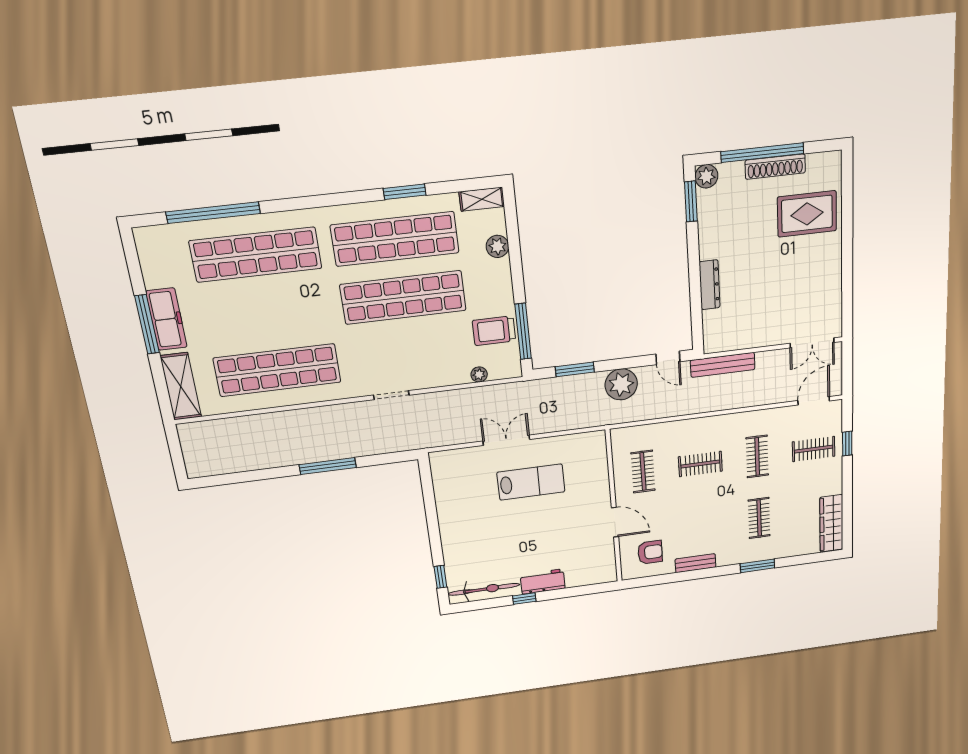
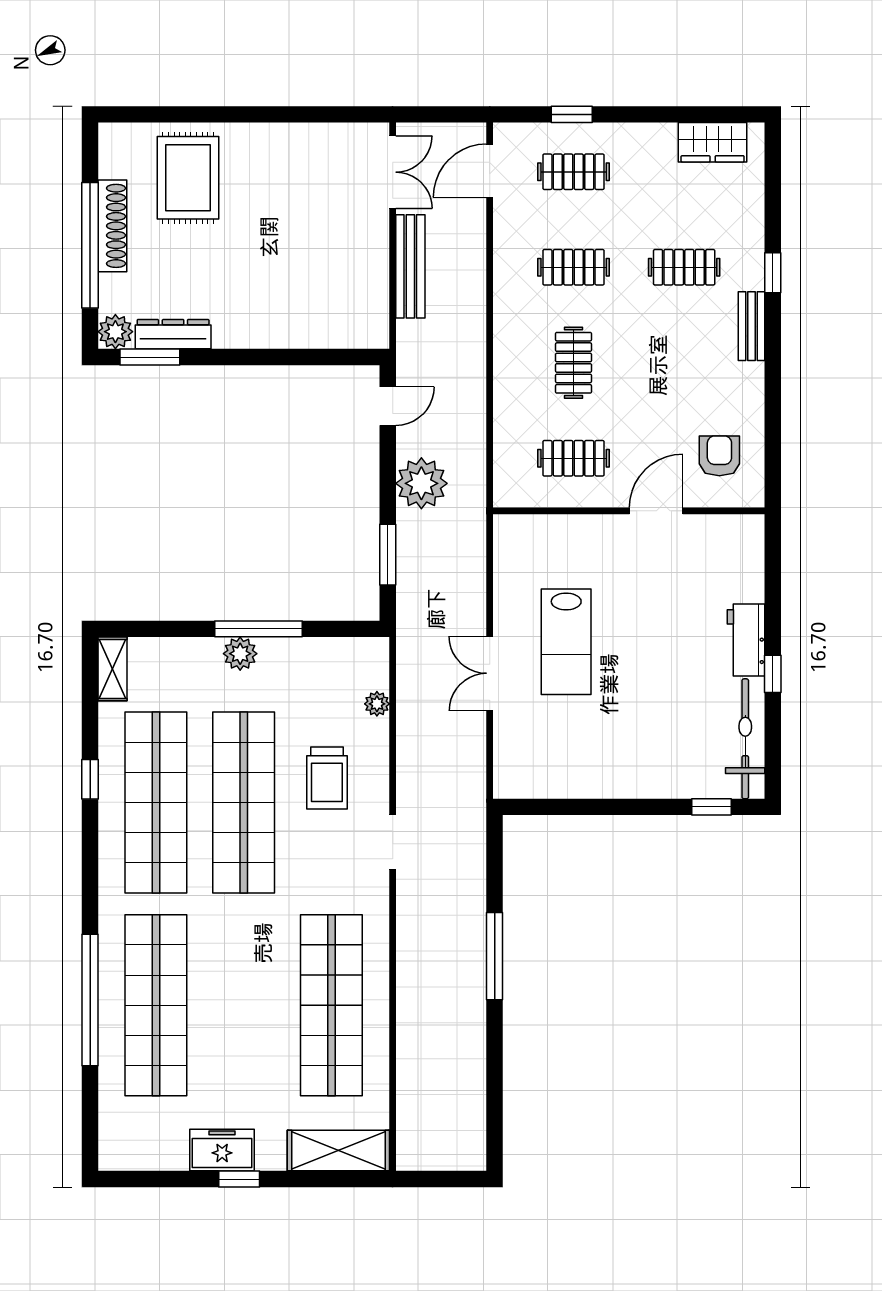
window: (405, 192) -> (90, 779), width x0.67
window: (213, 213) -> (90, 1000), moved
plant: (497, 246) -> (240, 654), moved
dresser: (710, 285) -> (173, 334), moved
freezer: (166, 319) -> (222, 1150), width x0.71
window: (147, 324) -> (239, 1179), width x0.46
trolley: (494, 331) -> (327, 778), moved
window: (523, 331) -> (259, 629), moved
bench: (723, 365) -> (410, 266), moved
door: (814, 401) -> (490, 171), hinge flipped
clothes rail: (814, 449) -> (574, 172), turned 90
lab bench: (531, 482) -> (566, 642), turned 180
wardrobe: (831, 523) -> (713, 142), width x0.67
bench: (696, 563) -> (752, 326), moved
window: (757, 566) -> (773, 273), width x0.67

